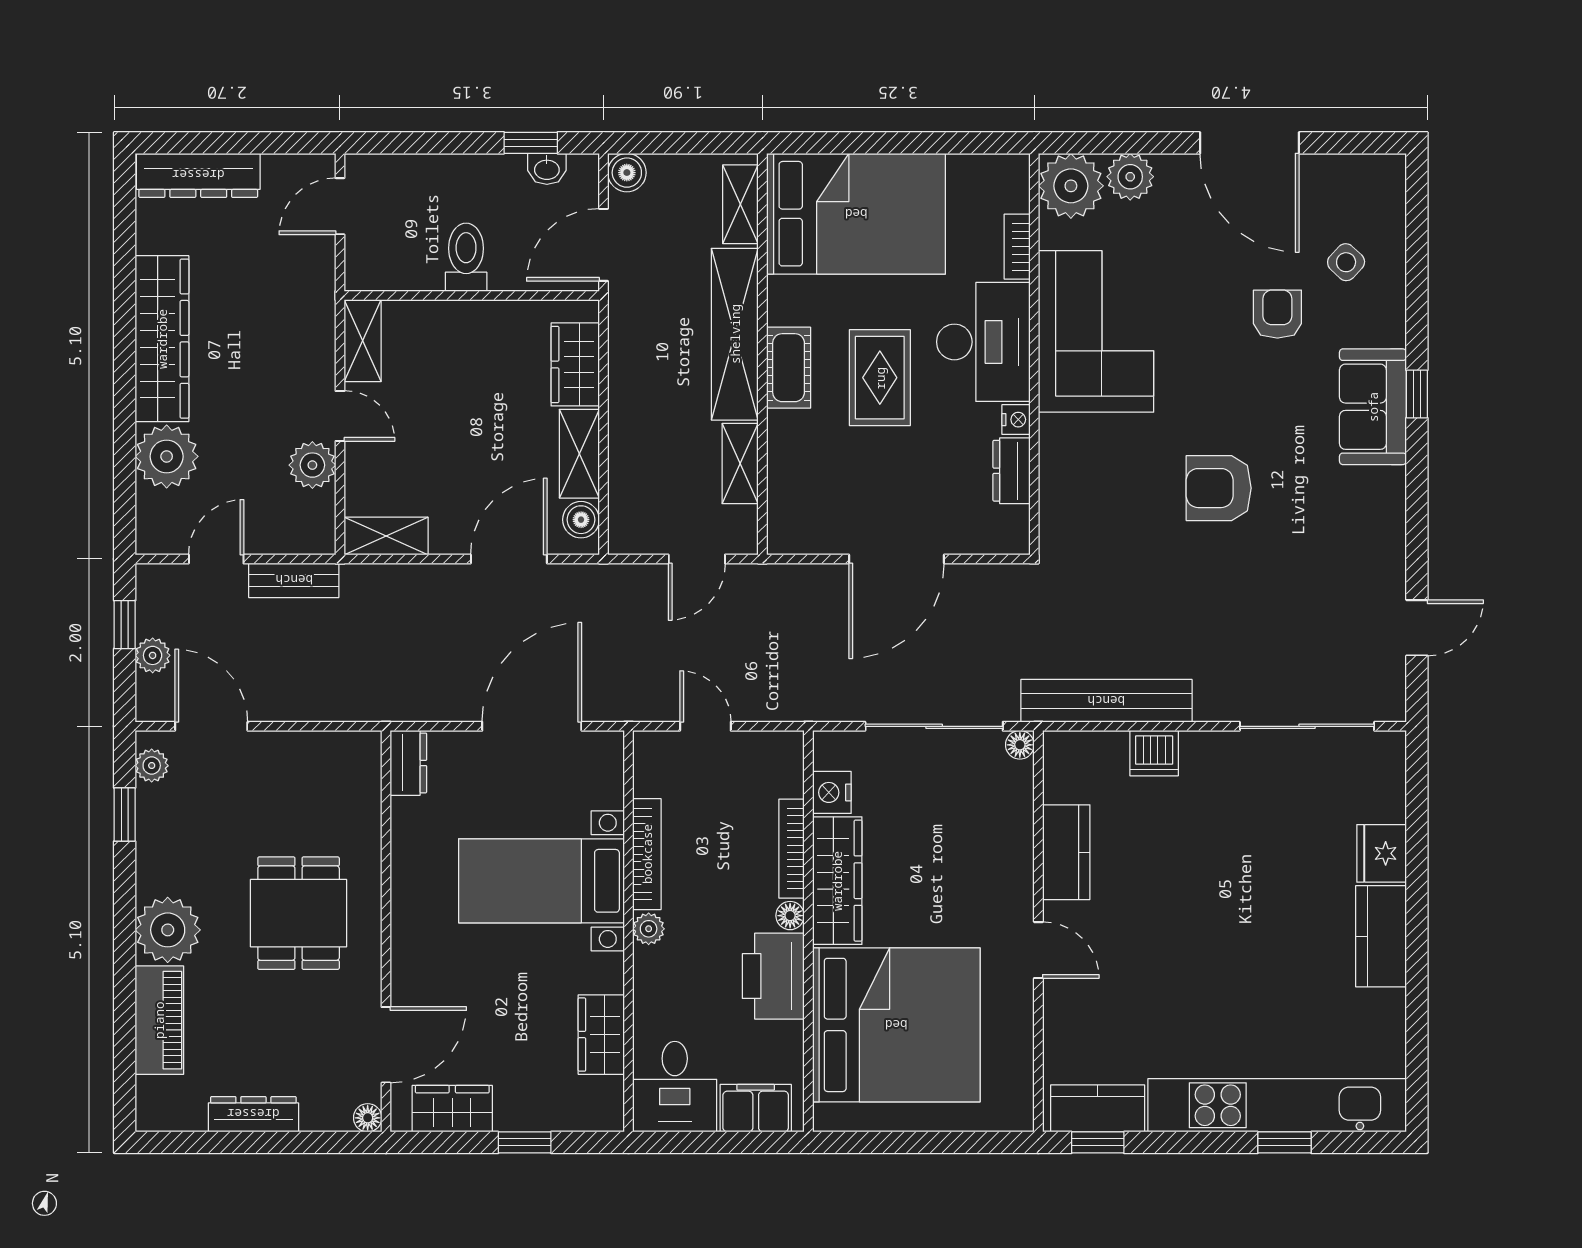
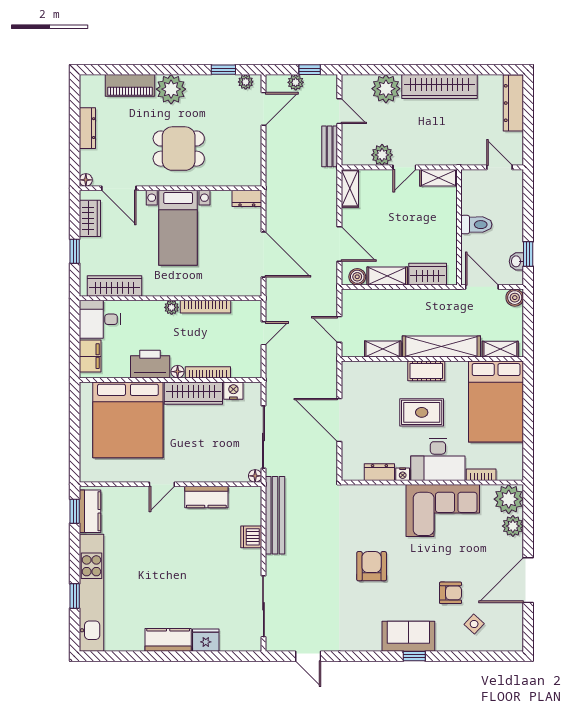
bed with nightstands: (541, 881) -> (178, 228), moved, turned 180
wardrobe: (601, 1035) -> (115, 286), width x1.50

